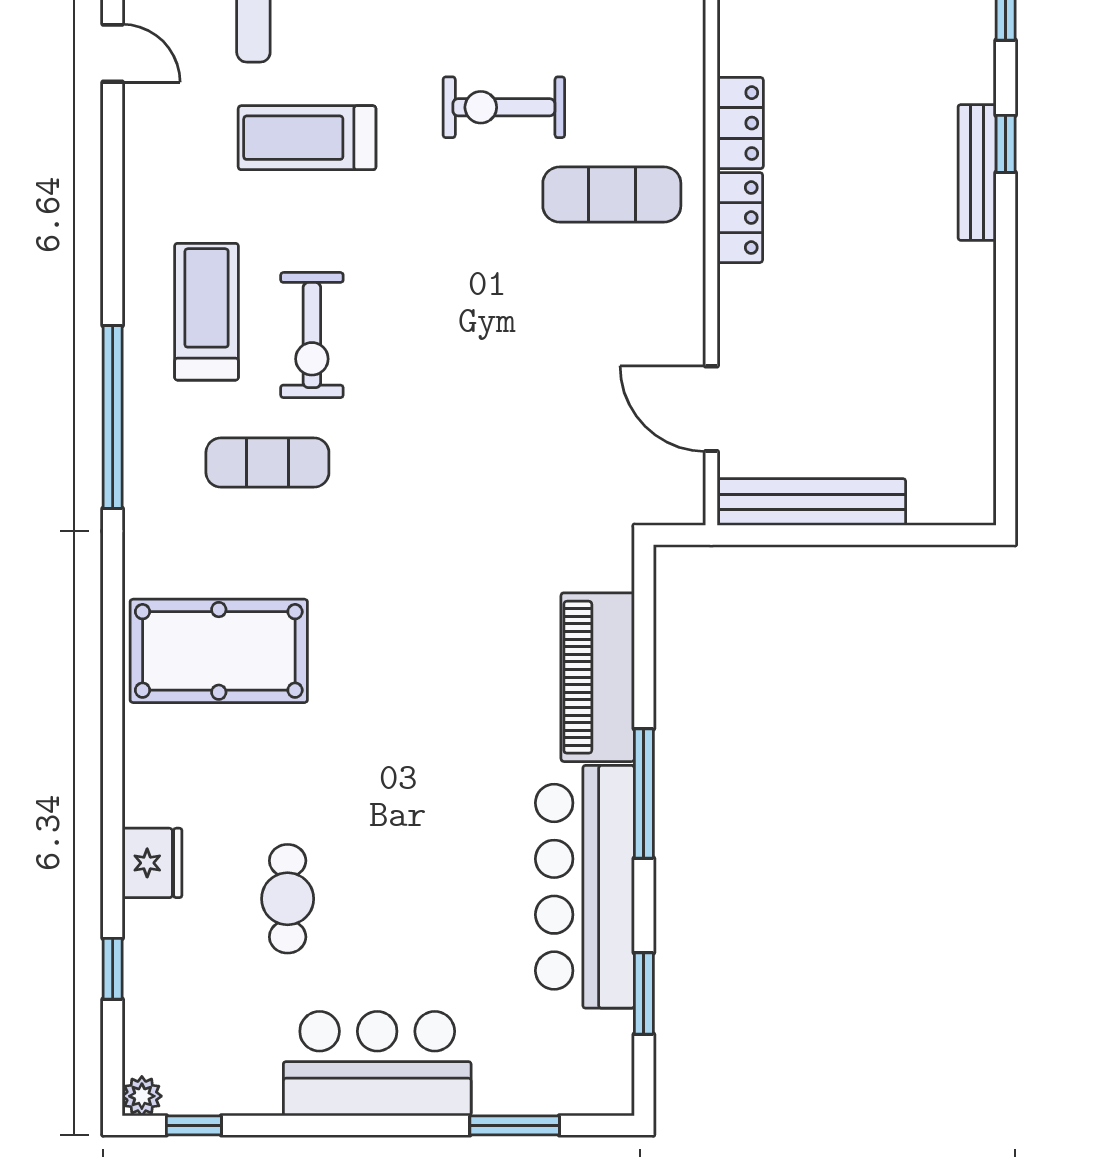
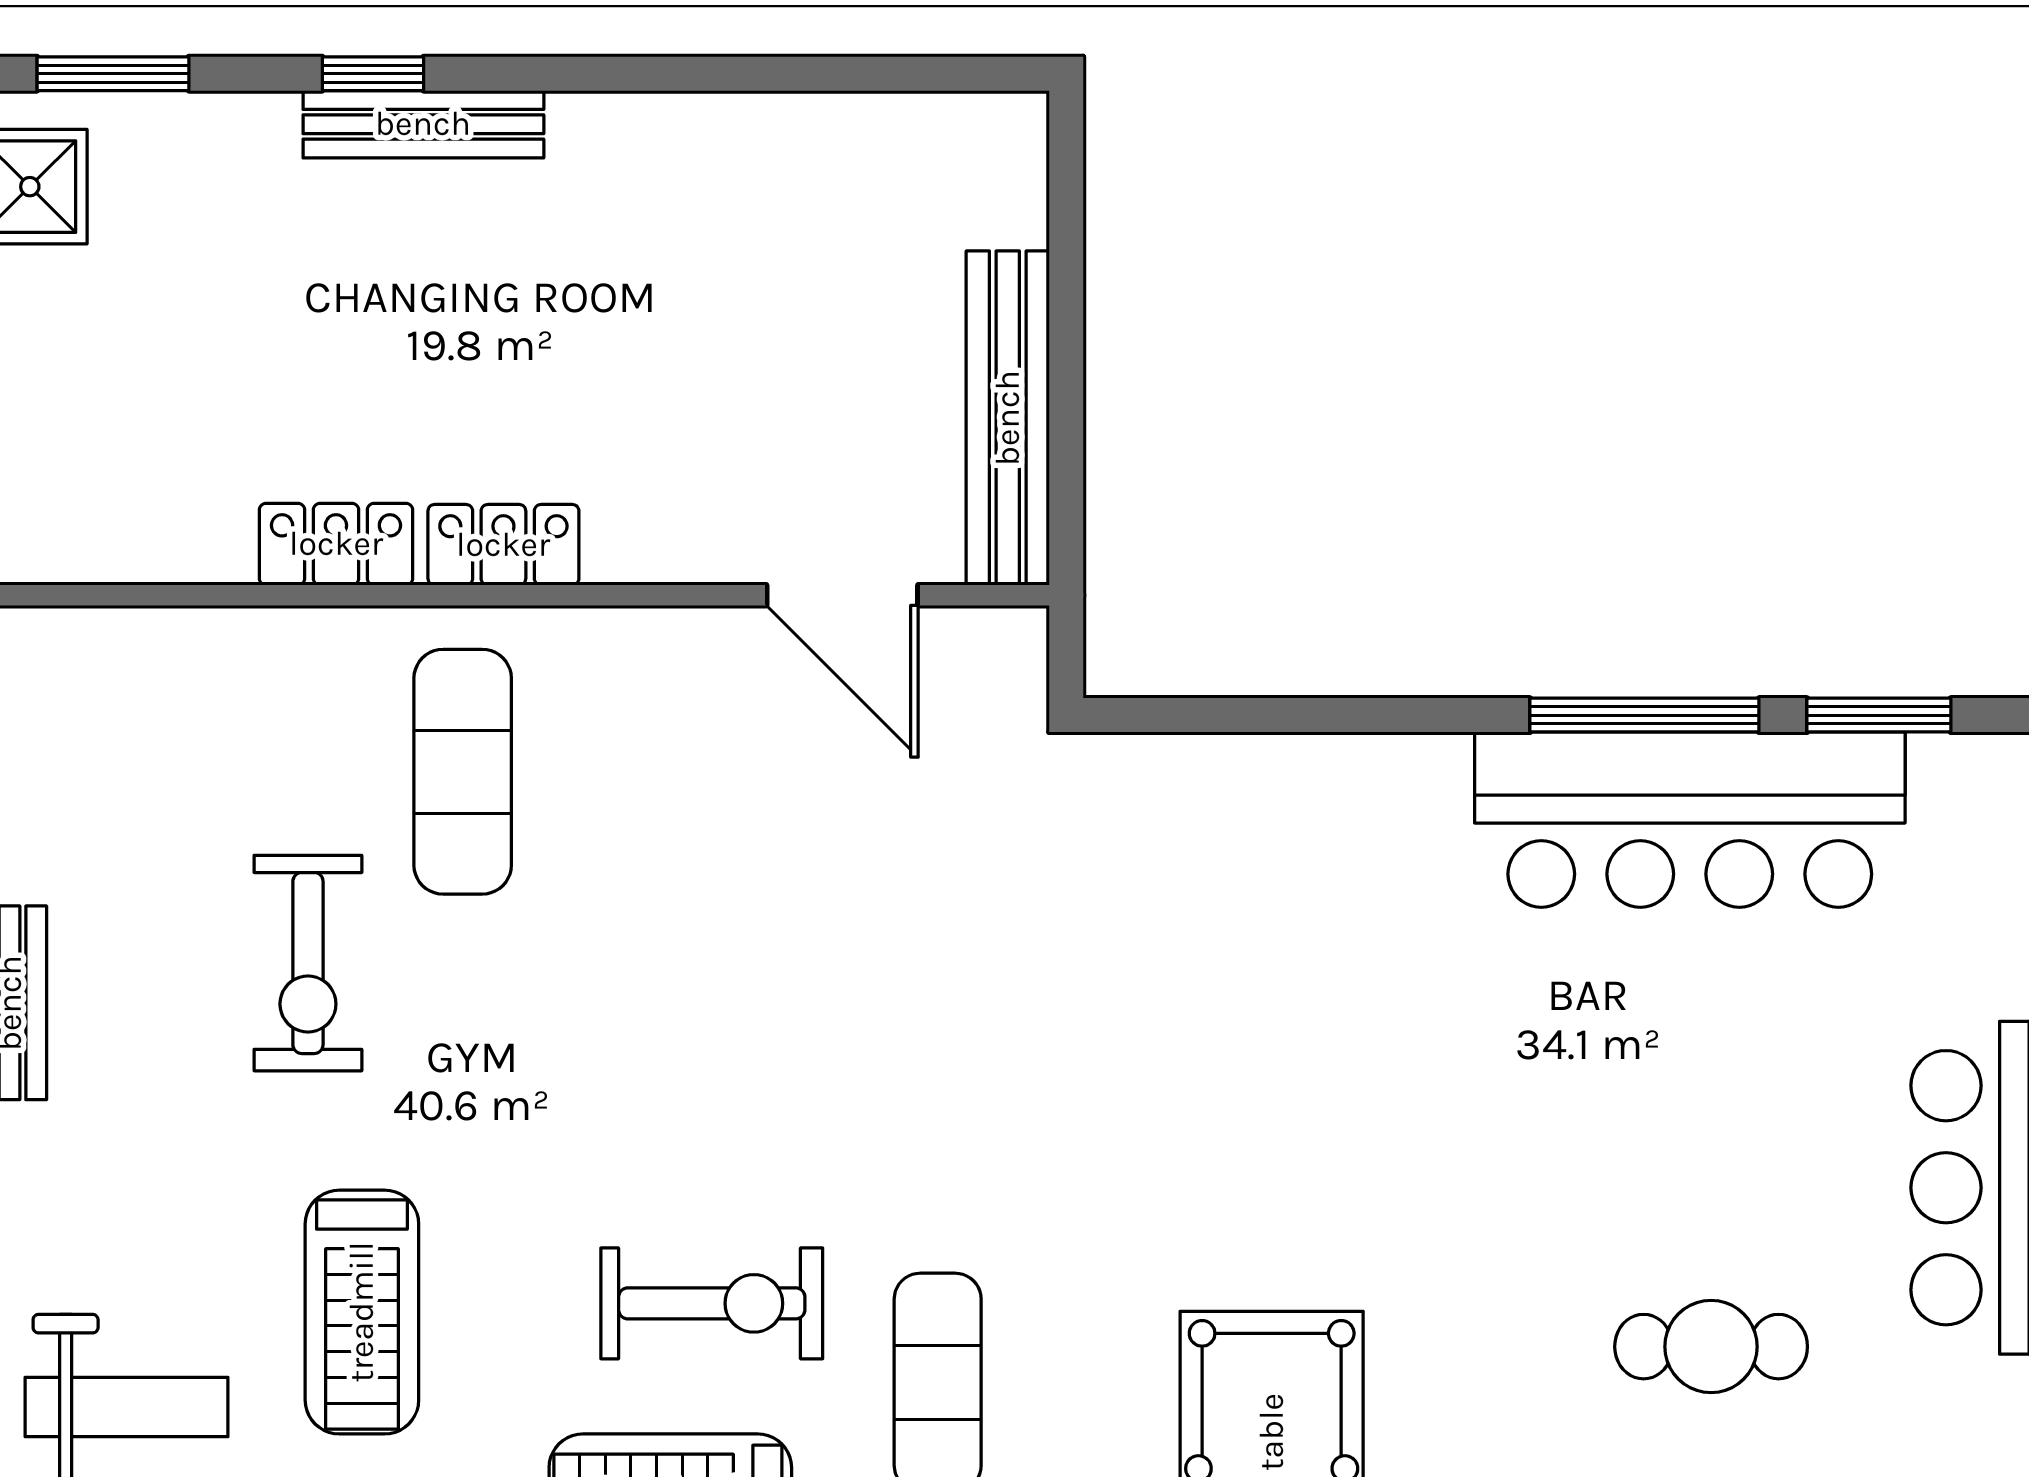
door: (711, 409) -> (842, 595), hinge flipped
piano: (598, 677) -> (1318, 797), removed
window: (644, 793) -> (1644, 715), moved

